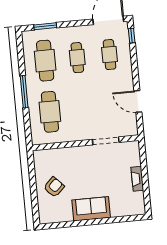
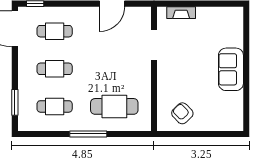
cafe table: (45, 61) -> (55, 106), width x0.73, depth x0.74
fireplace: (137, 179) -> (181, 13), moved
armchair: (54, 187) -> (182, 113), moved

